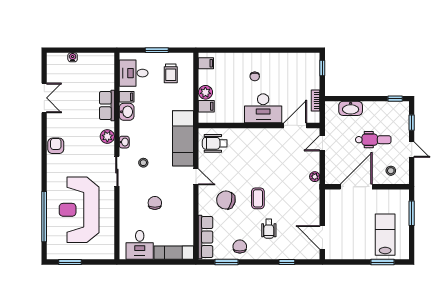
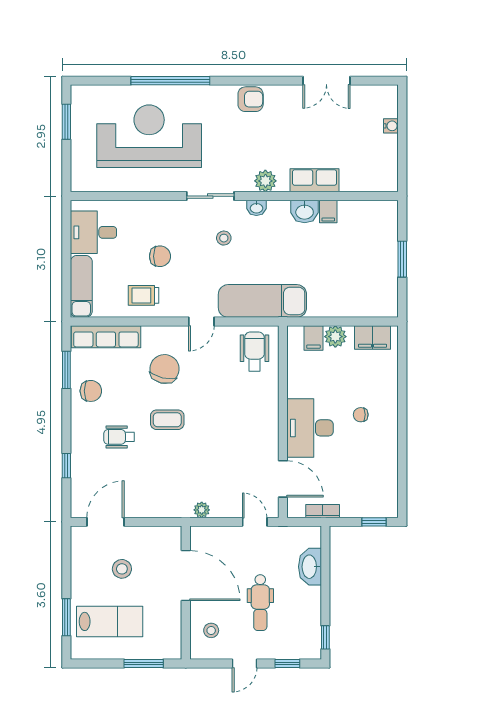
filing cabinet: (206, 63) -> (373, 337), width x2.00
desk: (134, 73) -> (366, 223), removed
trolley: (171, 73) -> (143, 295), moved
window: (44, 217) -> (170, 81), moved
stool: (352, 227) -> (122, 569), added

